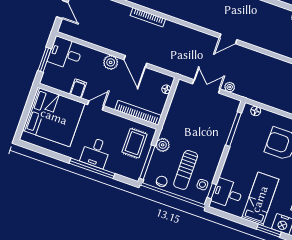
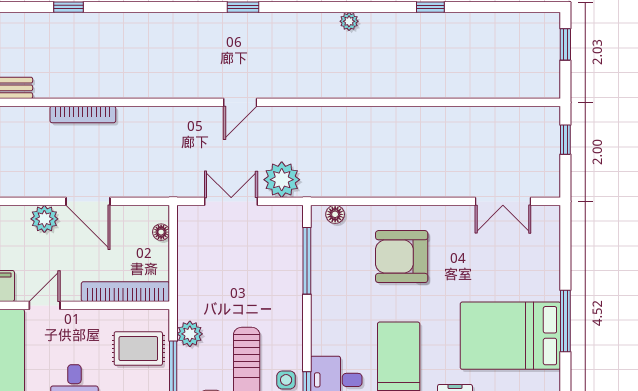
plant: (230, 87) -> (282, 180), width x1.88, depth x1.88
rug: (135, 143) -> (138, 349), turned 90

